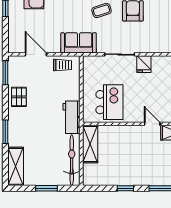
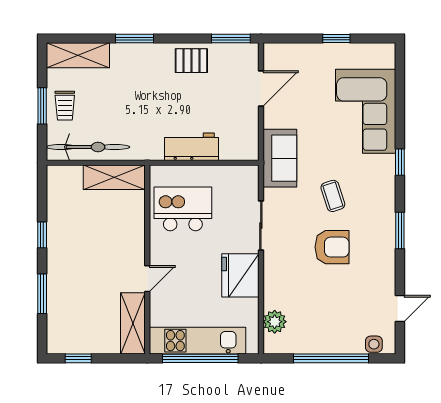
fridge: (144, 64) -> (240, 275), width x1.88, depth x1.34
trolley: (63, 65) -> (65, 106), moved
kitchen island: (109, 102) -> (183, 209), turned 180
workbench: (71, 117) -> (192, 147), moved

